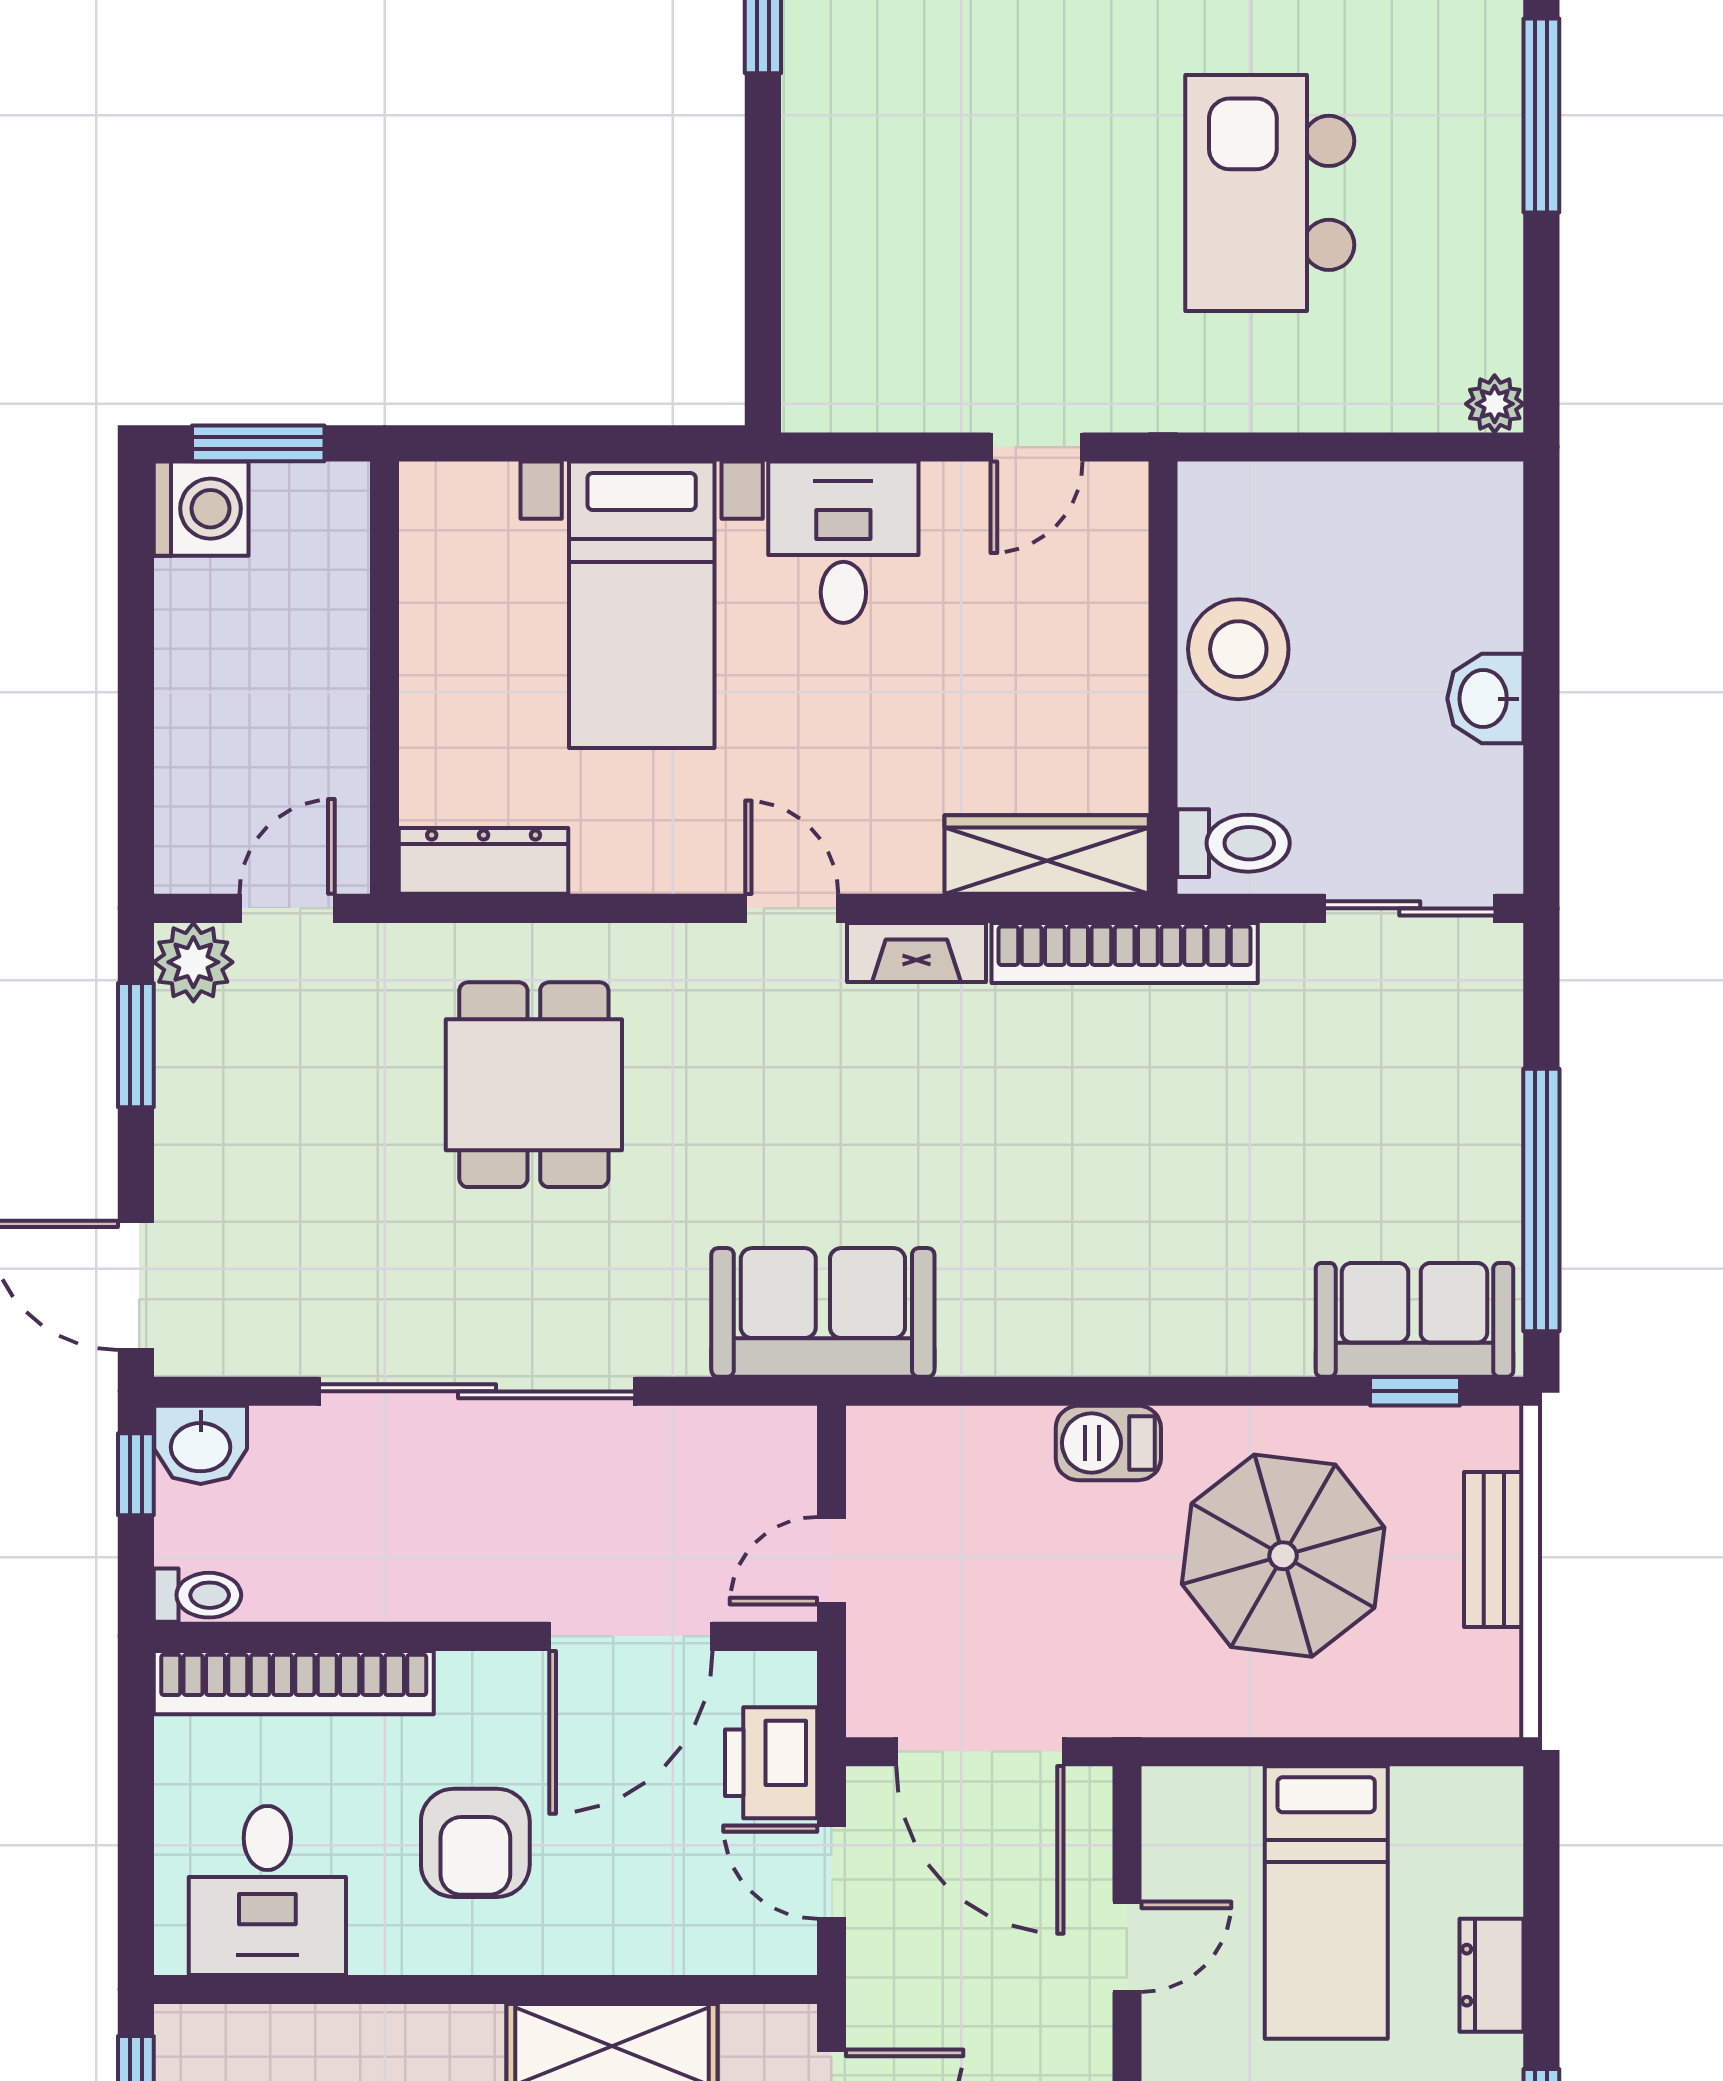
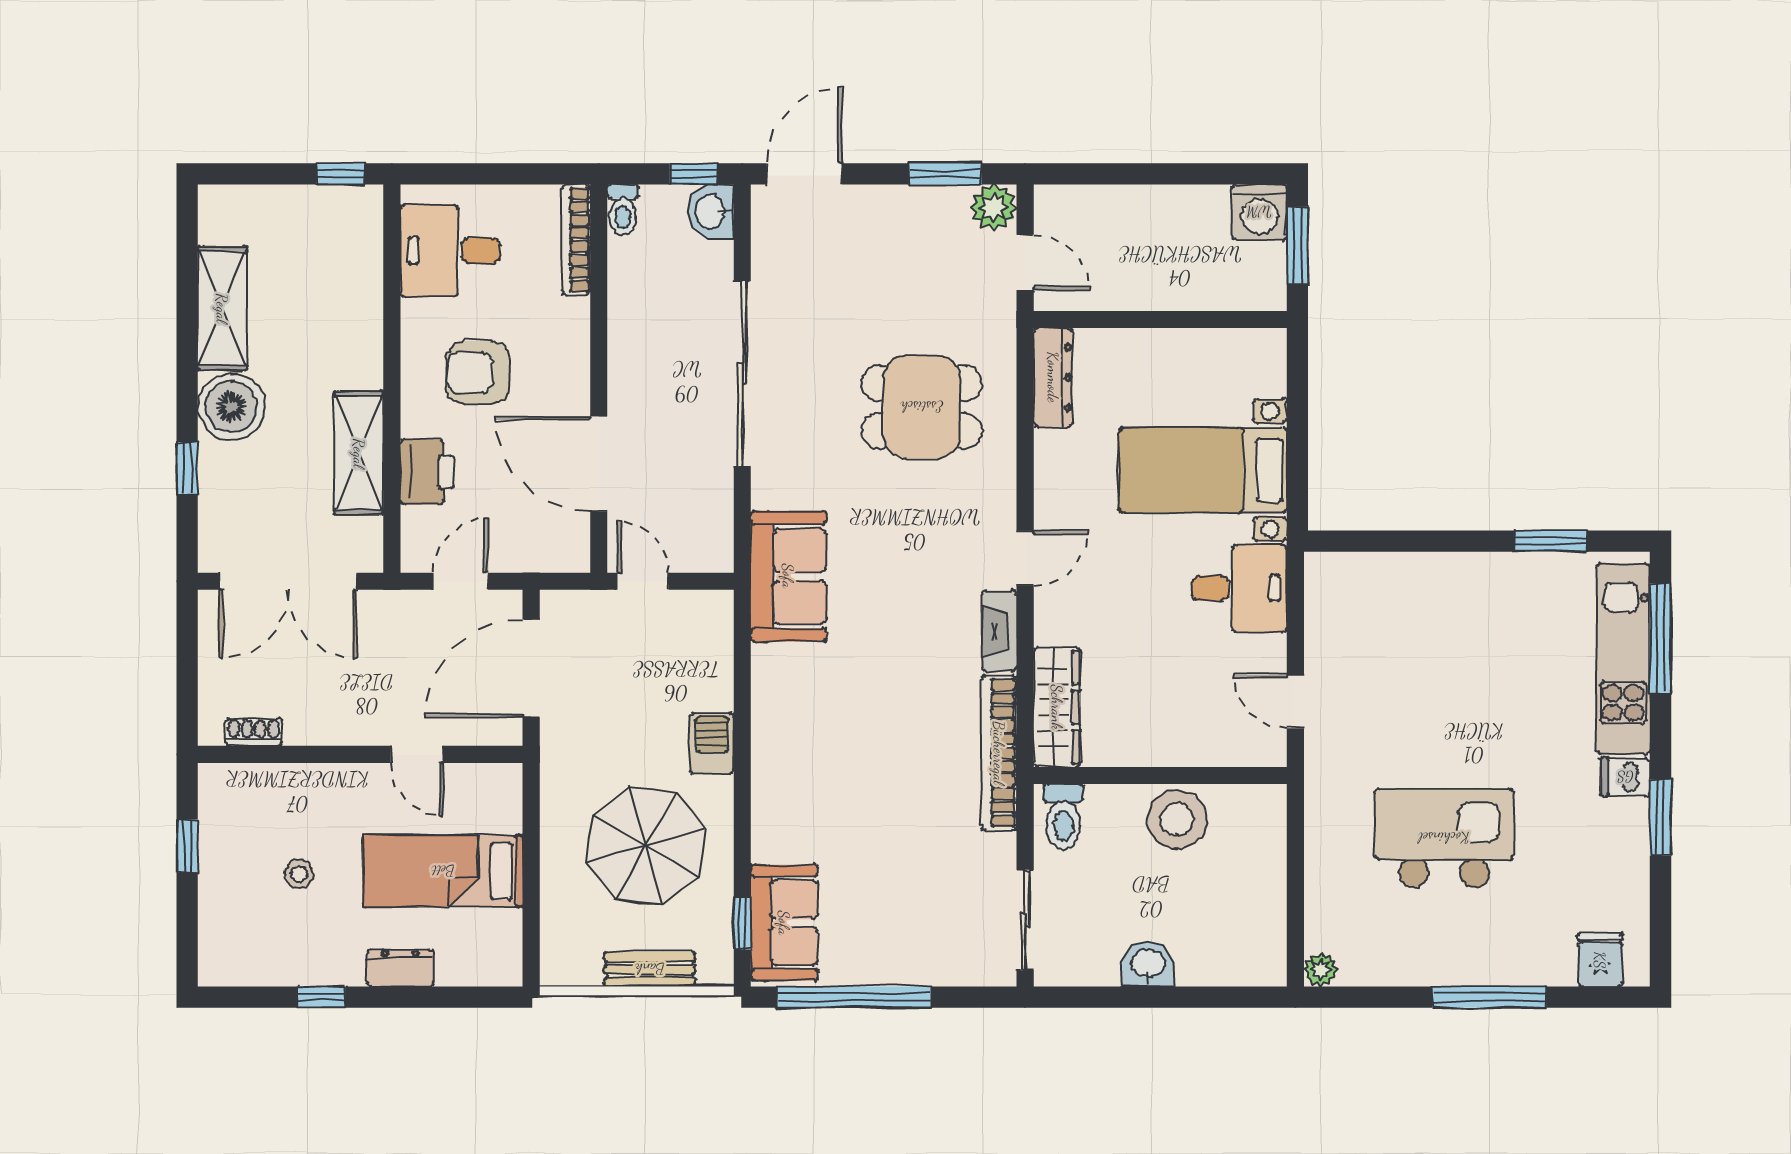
bookcase: (294, 1683) -> (576, 240), width x0.68, depth x0.76
printer: (771, 1763) -> (427, 472), moved, turned 90

